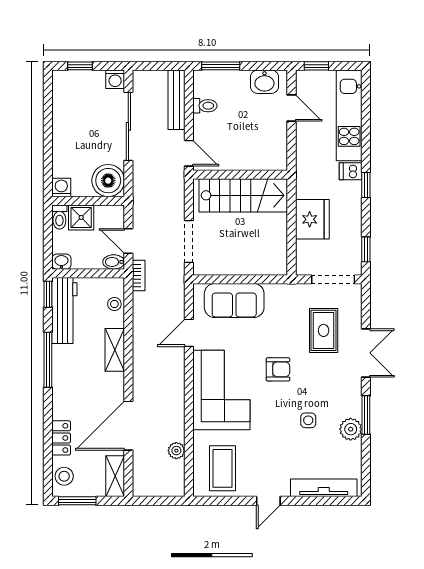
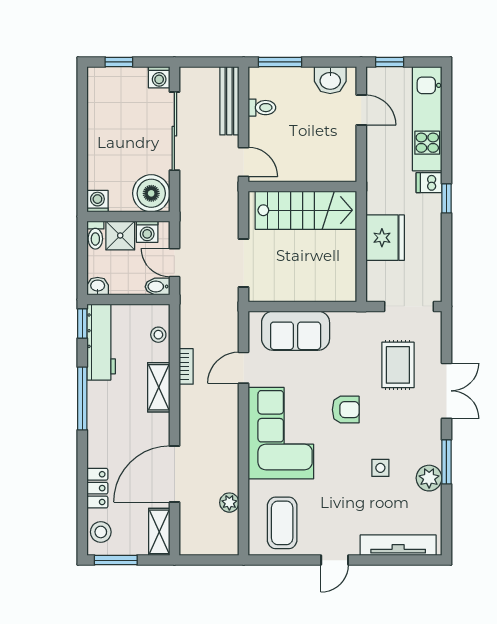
washing machine: (105, 214) -> (147, 232), added
window: (366, 249) -> (446, 272), removed
bookcase: (139, 275) -> (186, 366), moved

